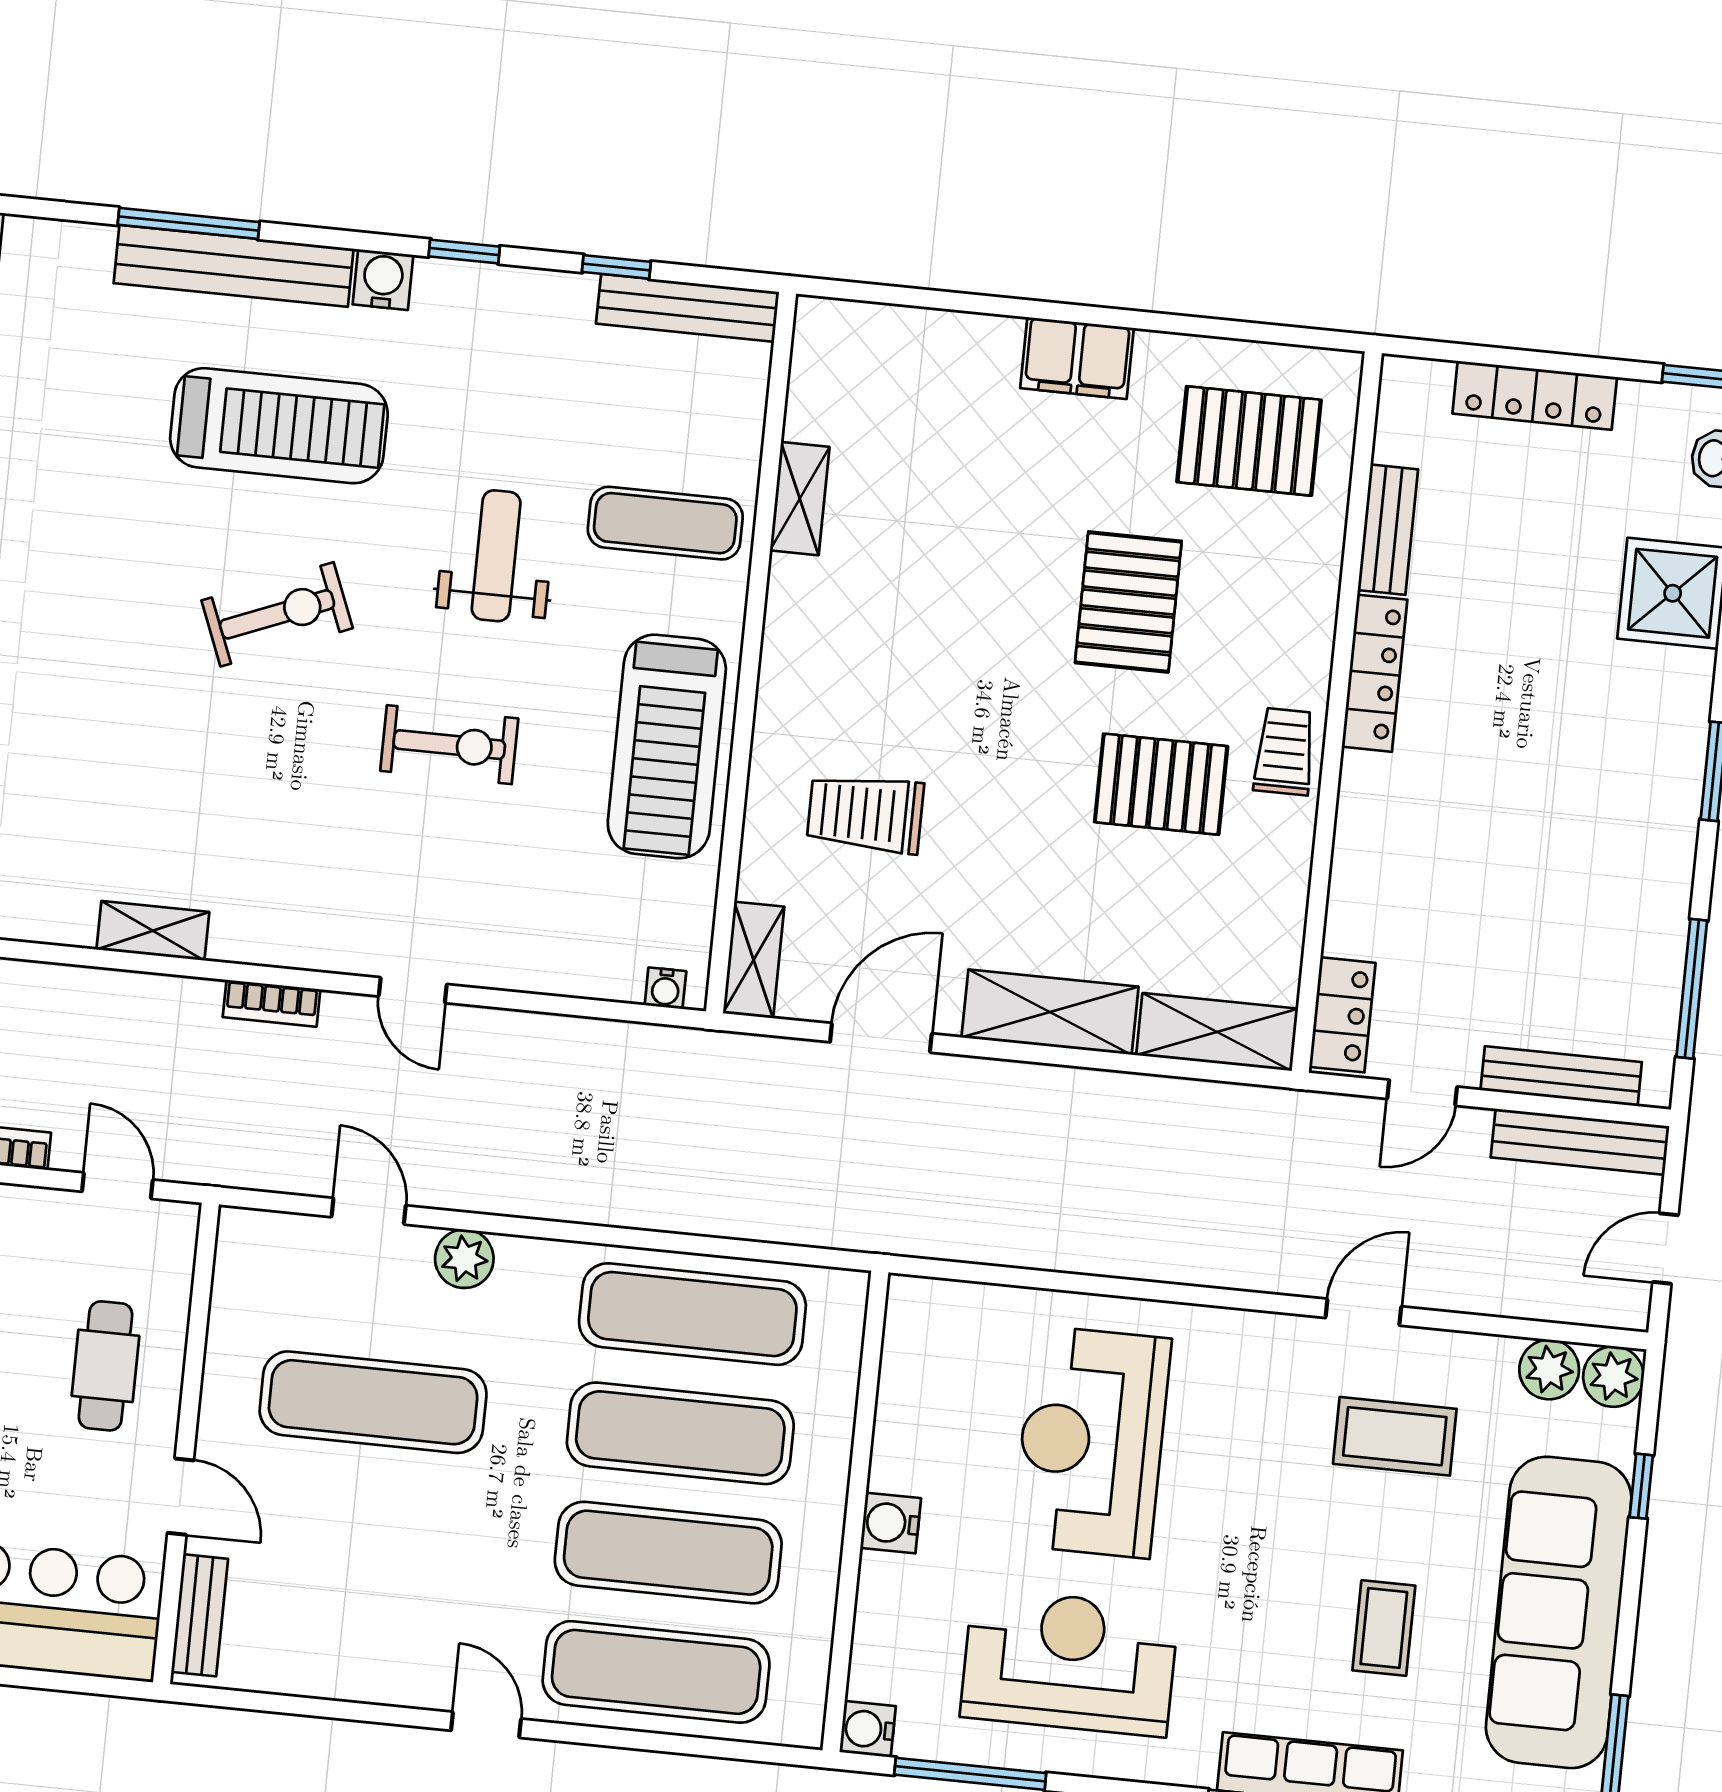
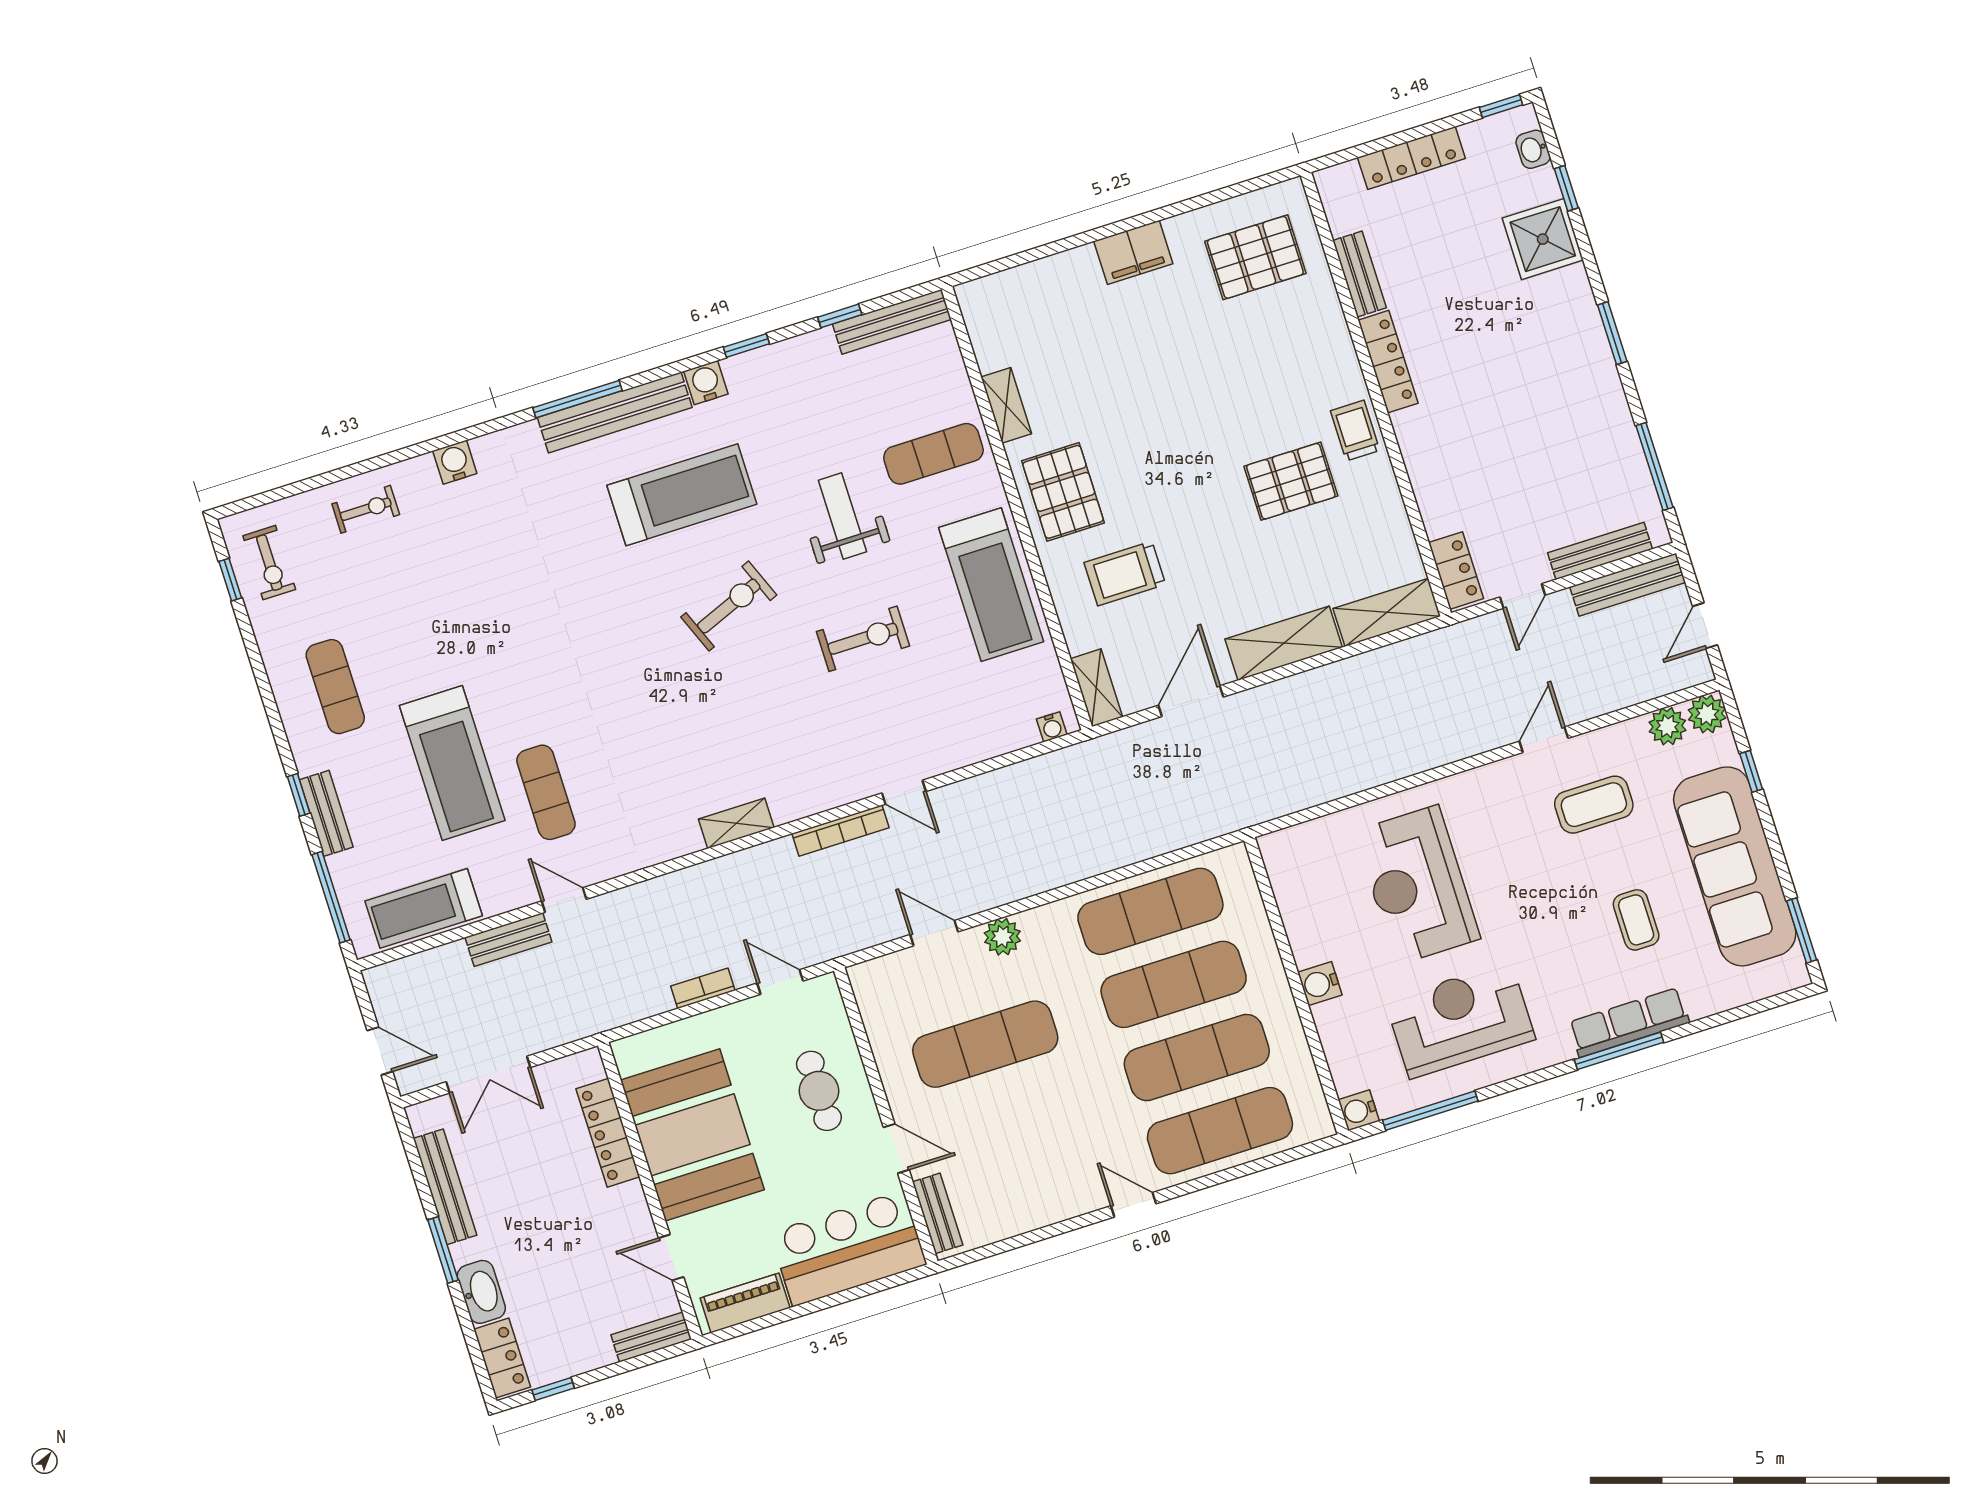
pallet: (1128, 602) -> (1063, 492), moved
bookcase: (272, 1003) -> (840, 831), width x1.56

